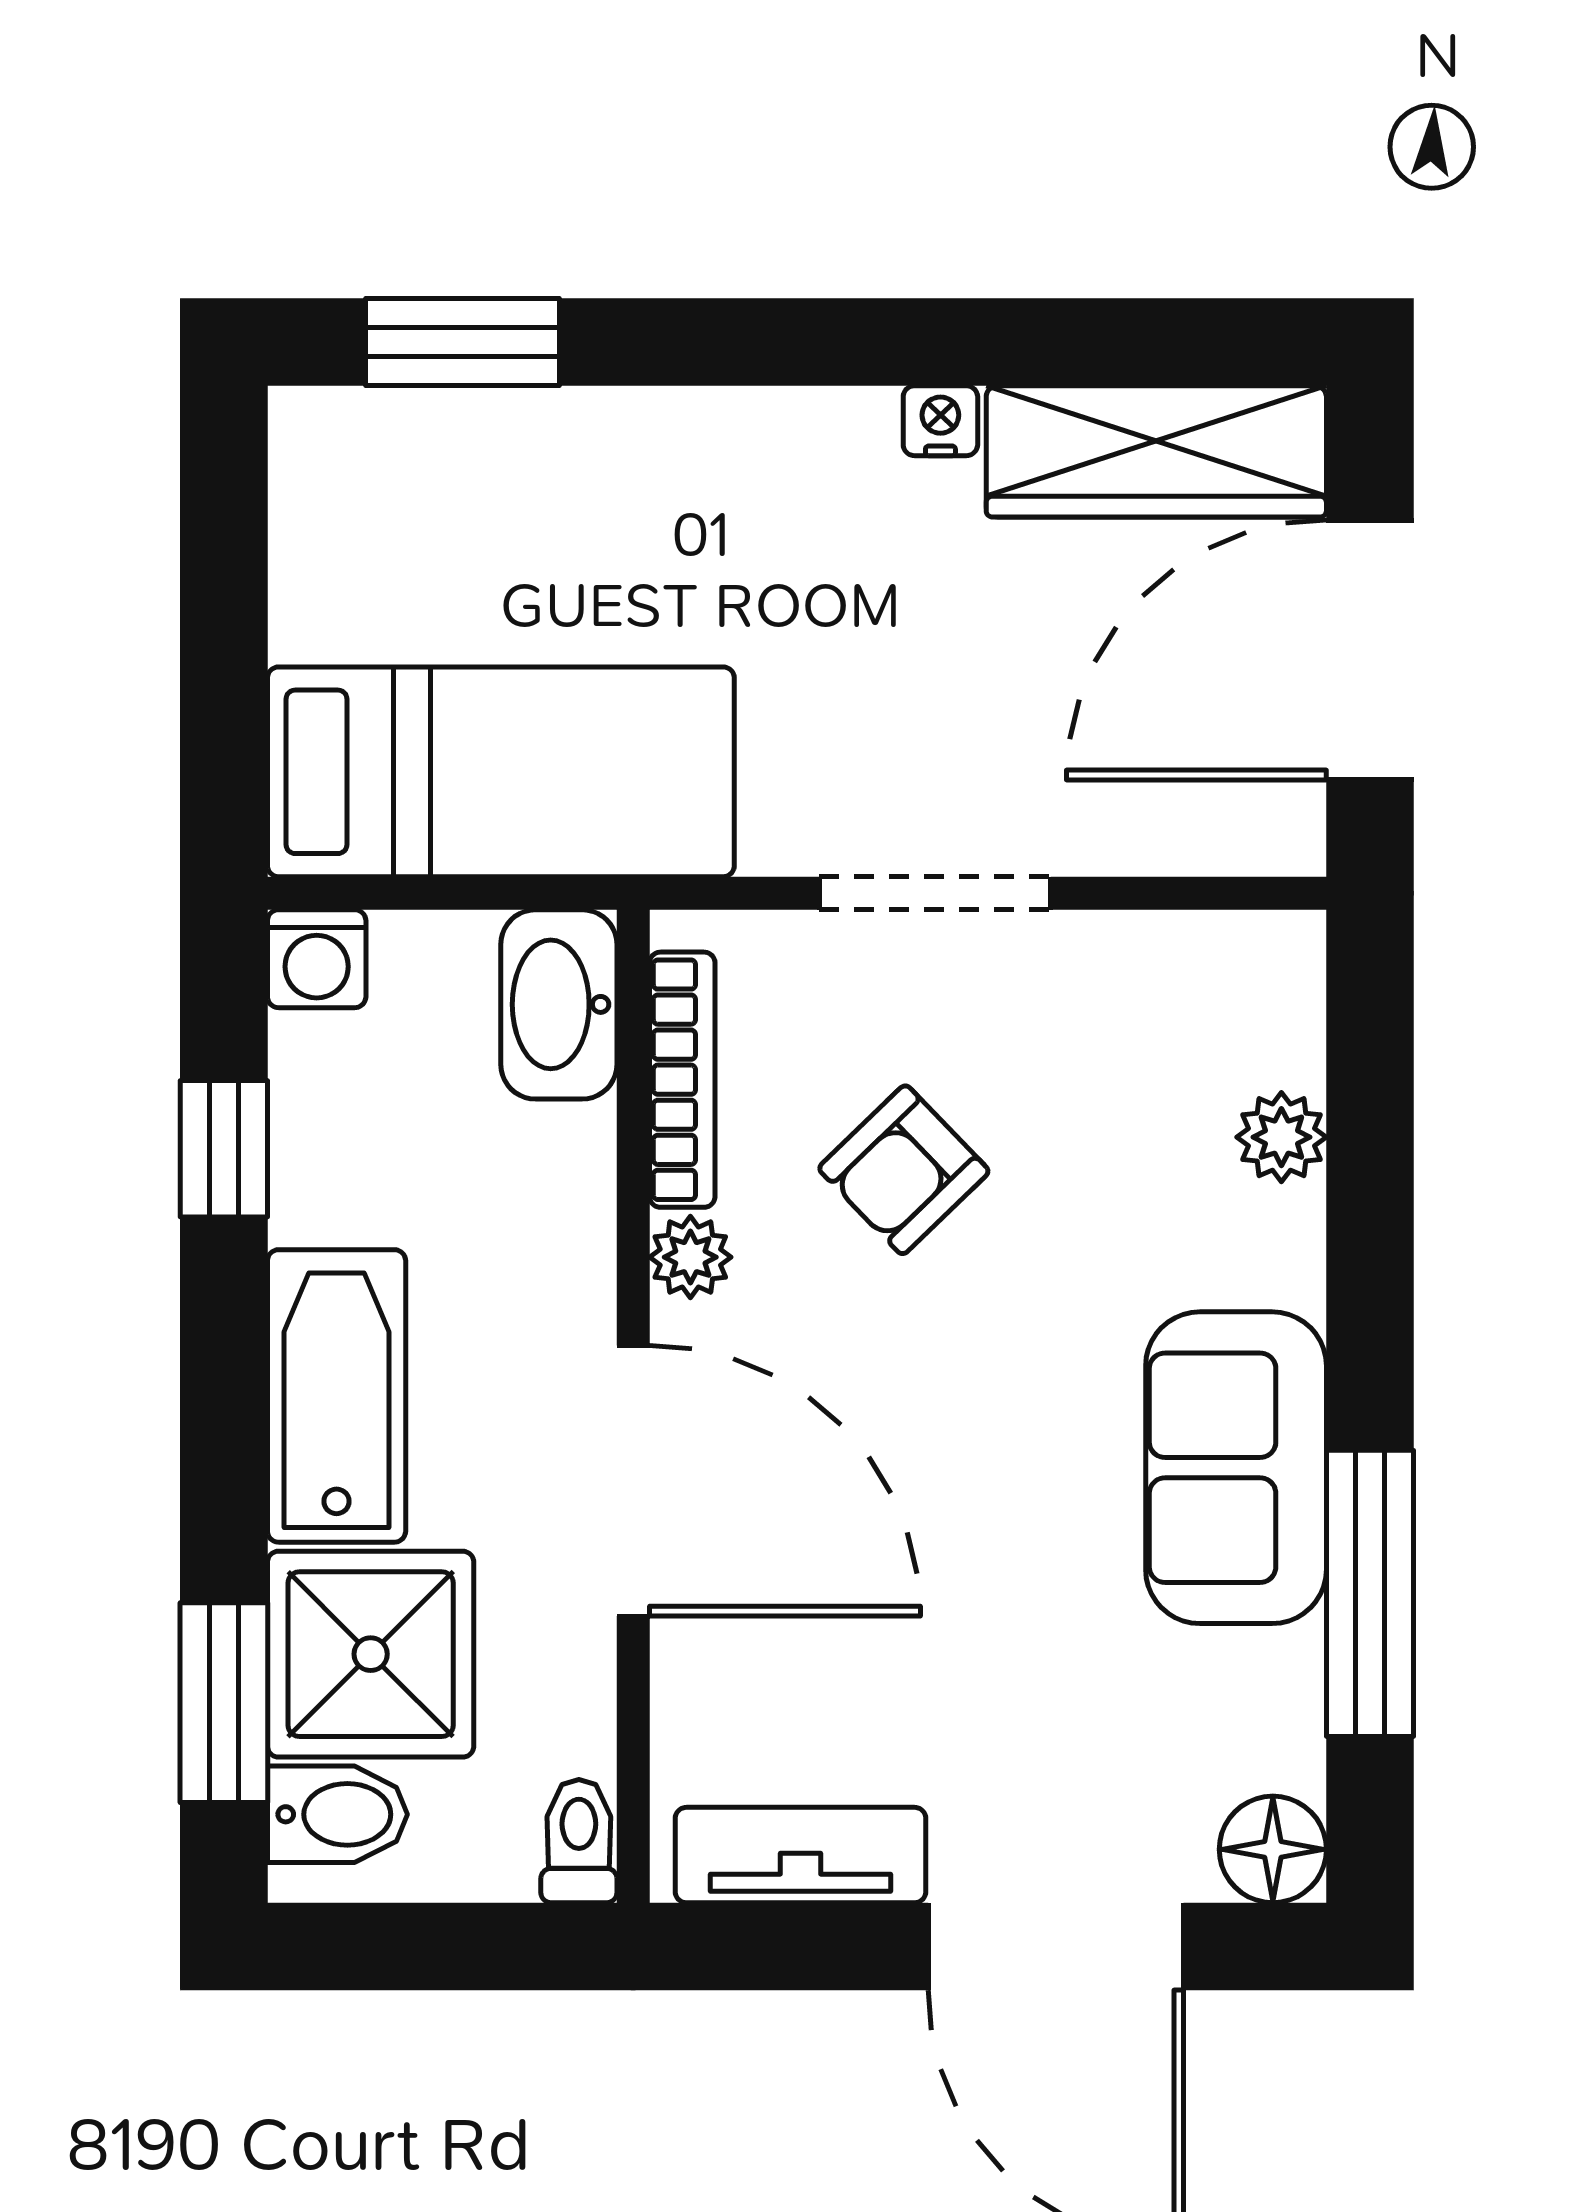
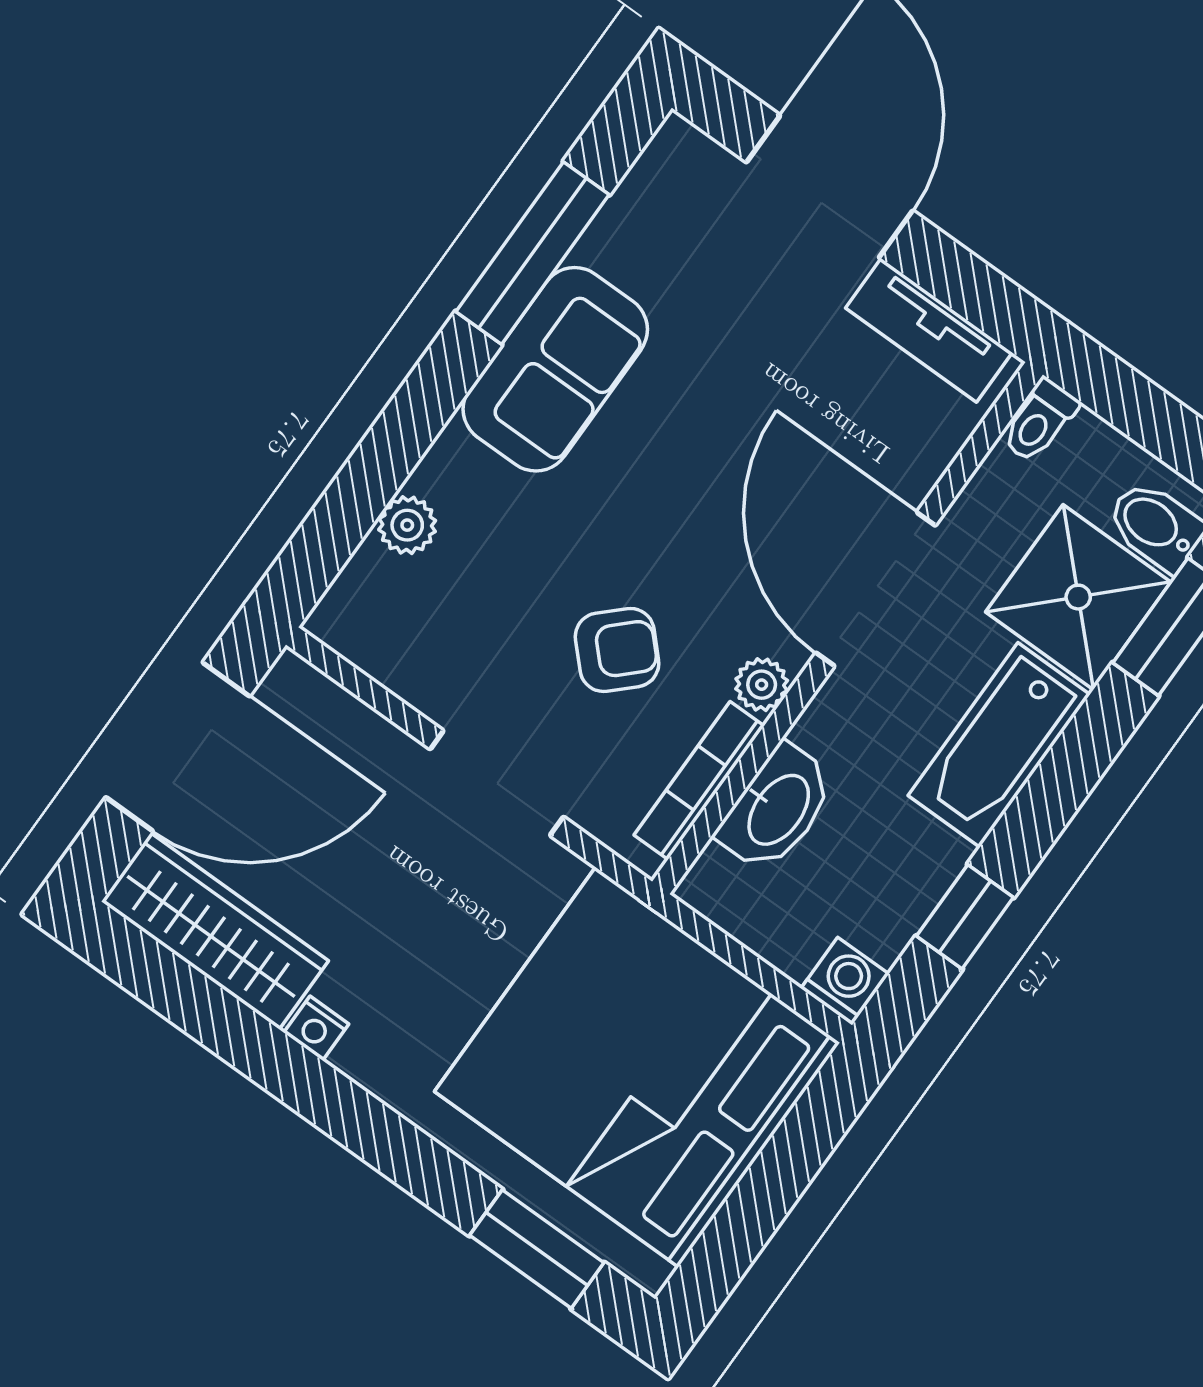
bed: (501, 772) -> (637, 1067), width x2.04
washbasin: (559, 1004) -> (777, 809), moved
floor lamp: (1273, 1849) -> (680, 156), removed

